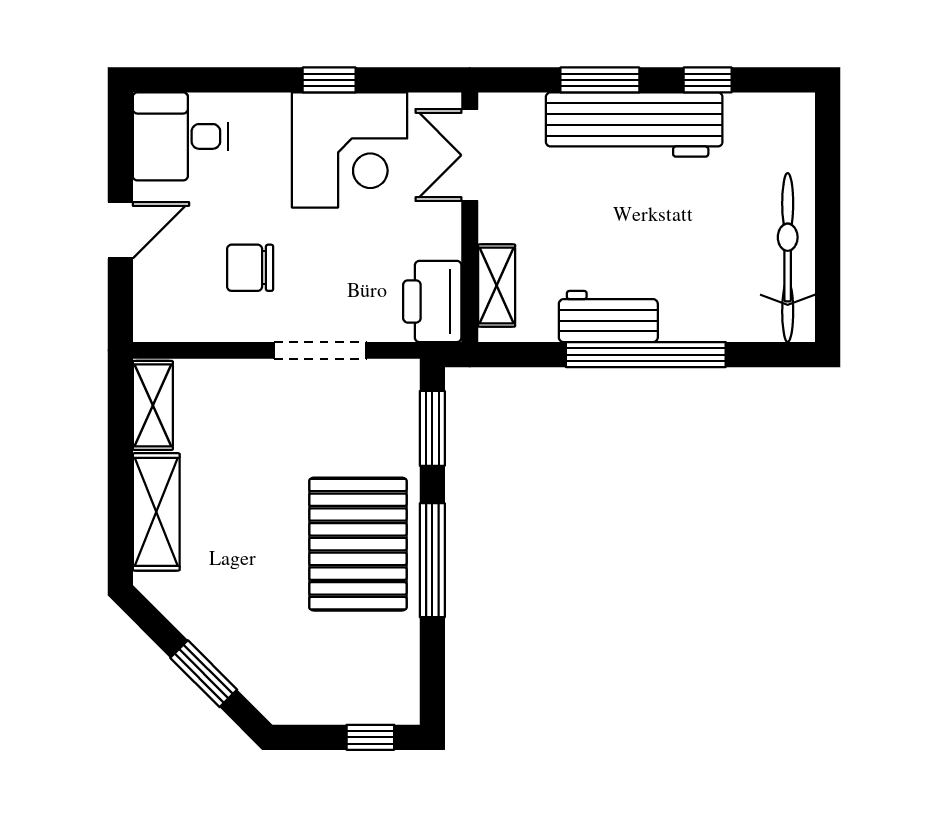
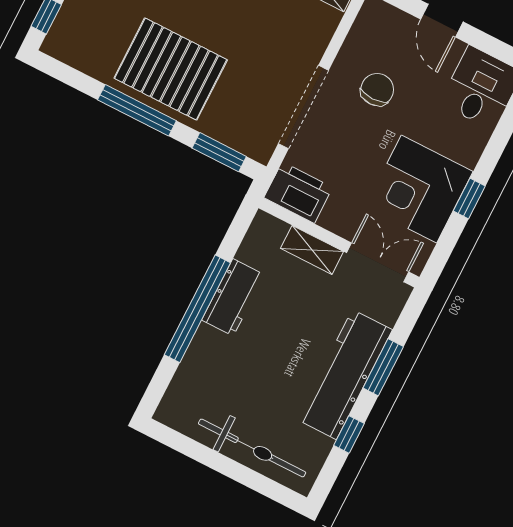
bicycle: (788, 258) -> (252, 448), moved
shelving: (497, 286) -> (312, 250), moved
doorway: (320, 350) -> (303, 107), width x1.36

